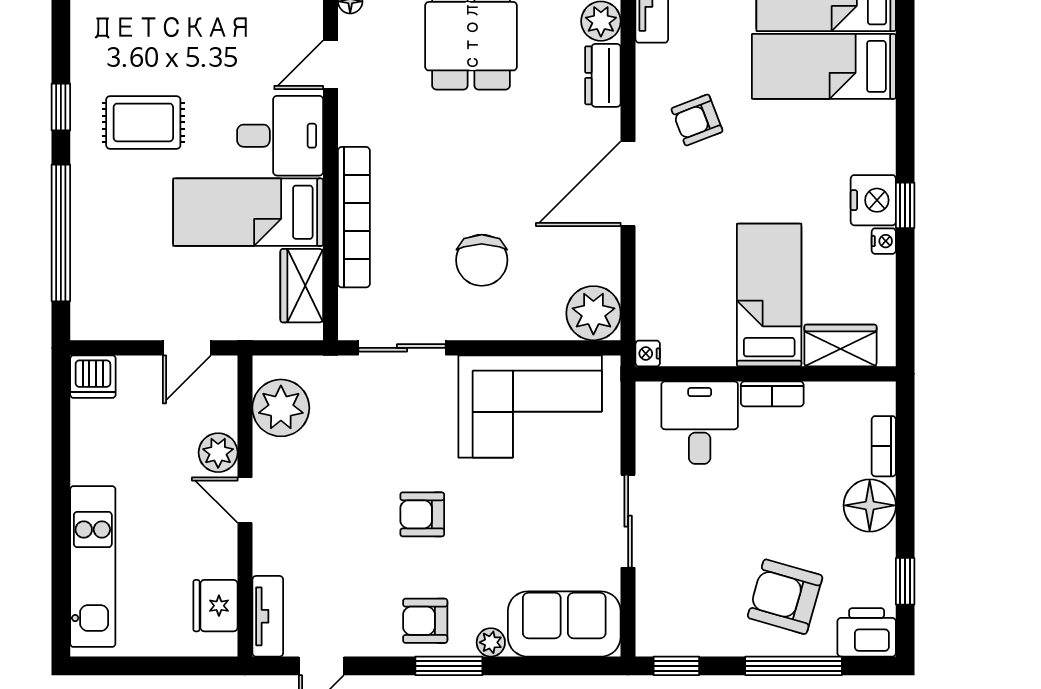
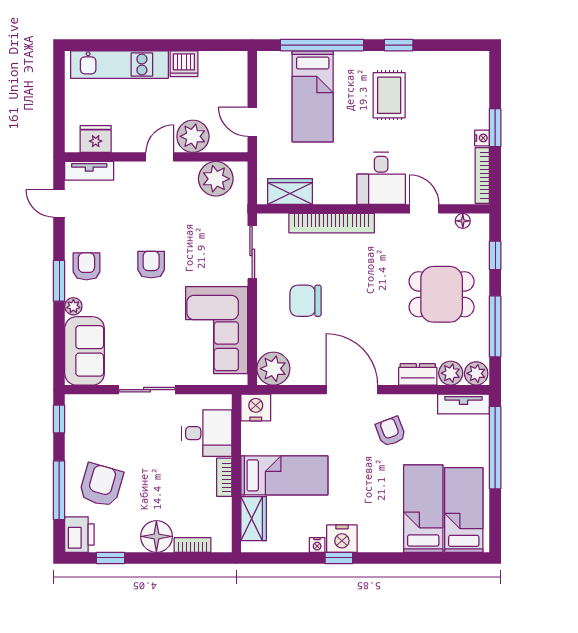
bed: (248, 212) -> (313, 96), moved, turned 180
nightstand: (648, 354) -> (256, 407), width x1.89, depth x1.79
dishwasher: (93, 377) -> (184, 64), moved, turned -90
plant: (218, 453) -> (193, 136), width x1.36, depth x1.36

